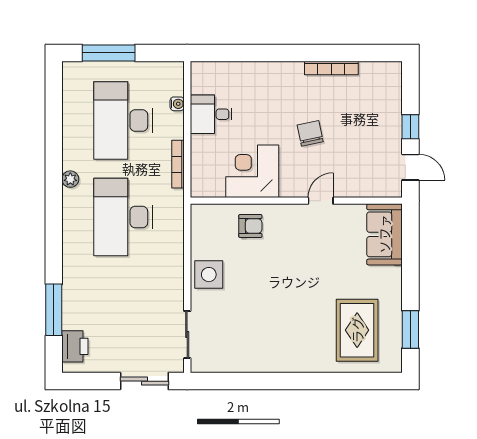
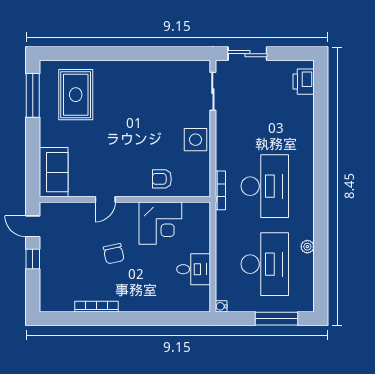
water cooler: (177, 104) -> (221, 306), moved
bookcase: (178, 164) -> (220, 190), moved
plant: (70, 179) -> (307, 247), moved
window: (54, 310) -> (321, 111), removed
window: (410, 329) -> (33, 95), width x1.44

